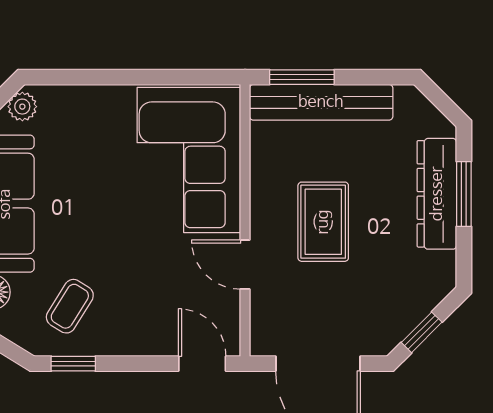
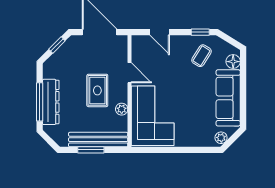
window: (302, 77) -> (91, 150), moved
plant: (264, 176) -> (122, 109), added
window: (464, 194) -> (40, 102), width x1.44
door: (202, 364) -> (160, 32), moved

